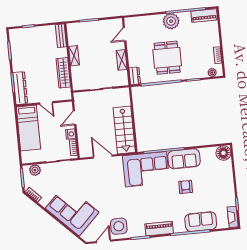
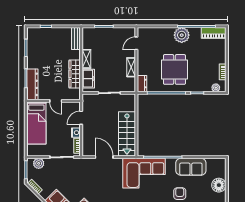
freezer: (78, 76) -> (88, 79), added
floor lamp: (223, 153) -> (219, 185), moved
sofa: (184, 159) -> (191, 167), moved

